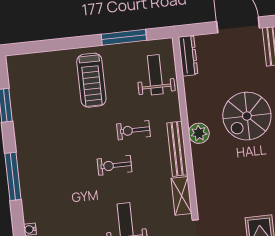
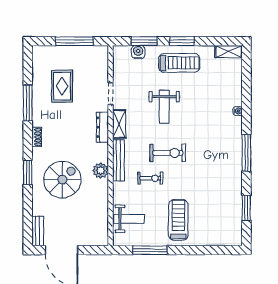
dresser: (188, 56) -> (102, 127), moved
weight bench: (155, 75) -> (129, 219), turned -90
exercise bike: (114, 165) -> (168, 153), width x1.38, depth x1.39

